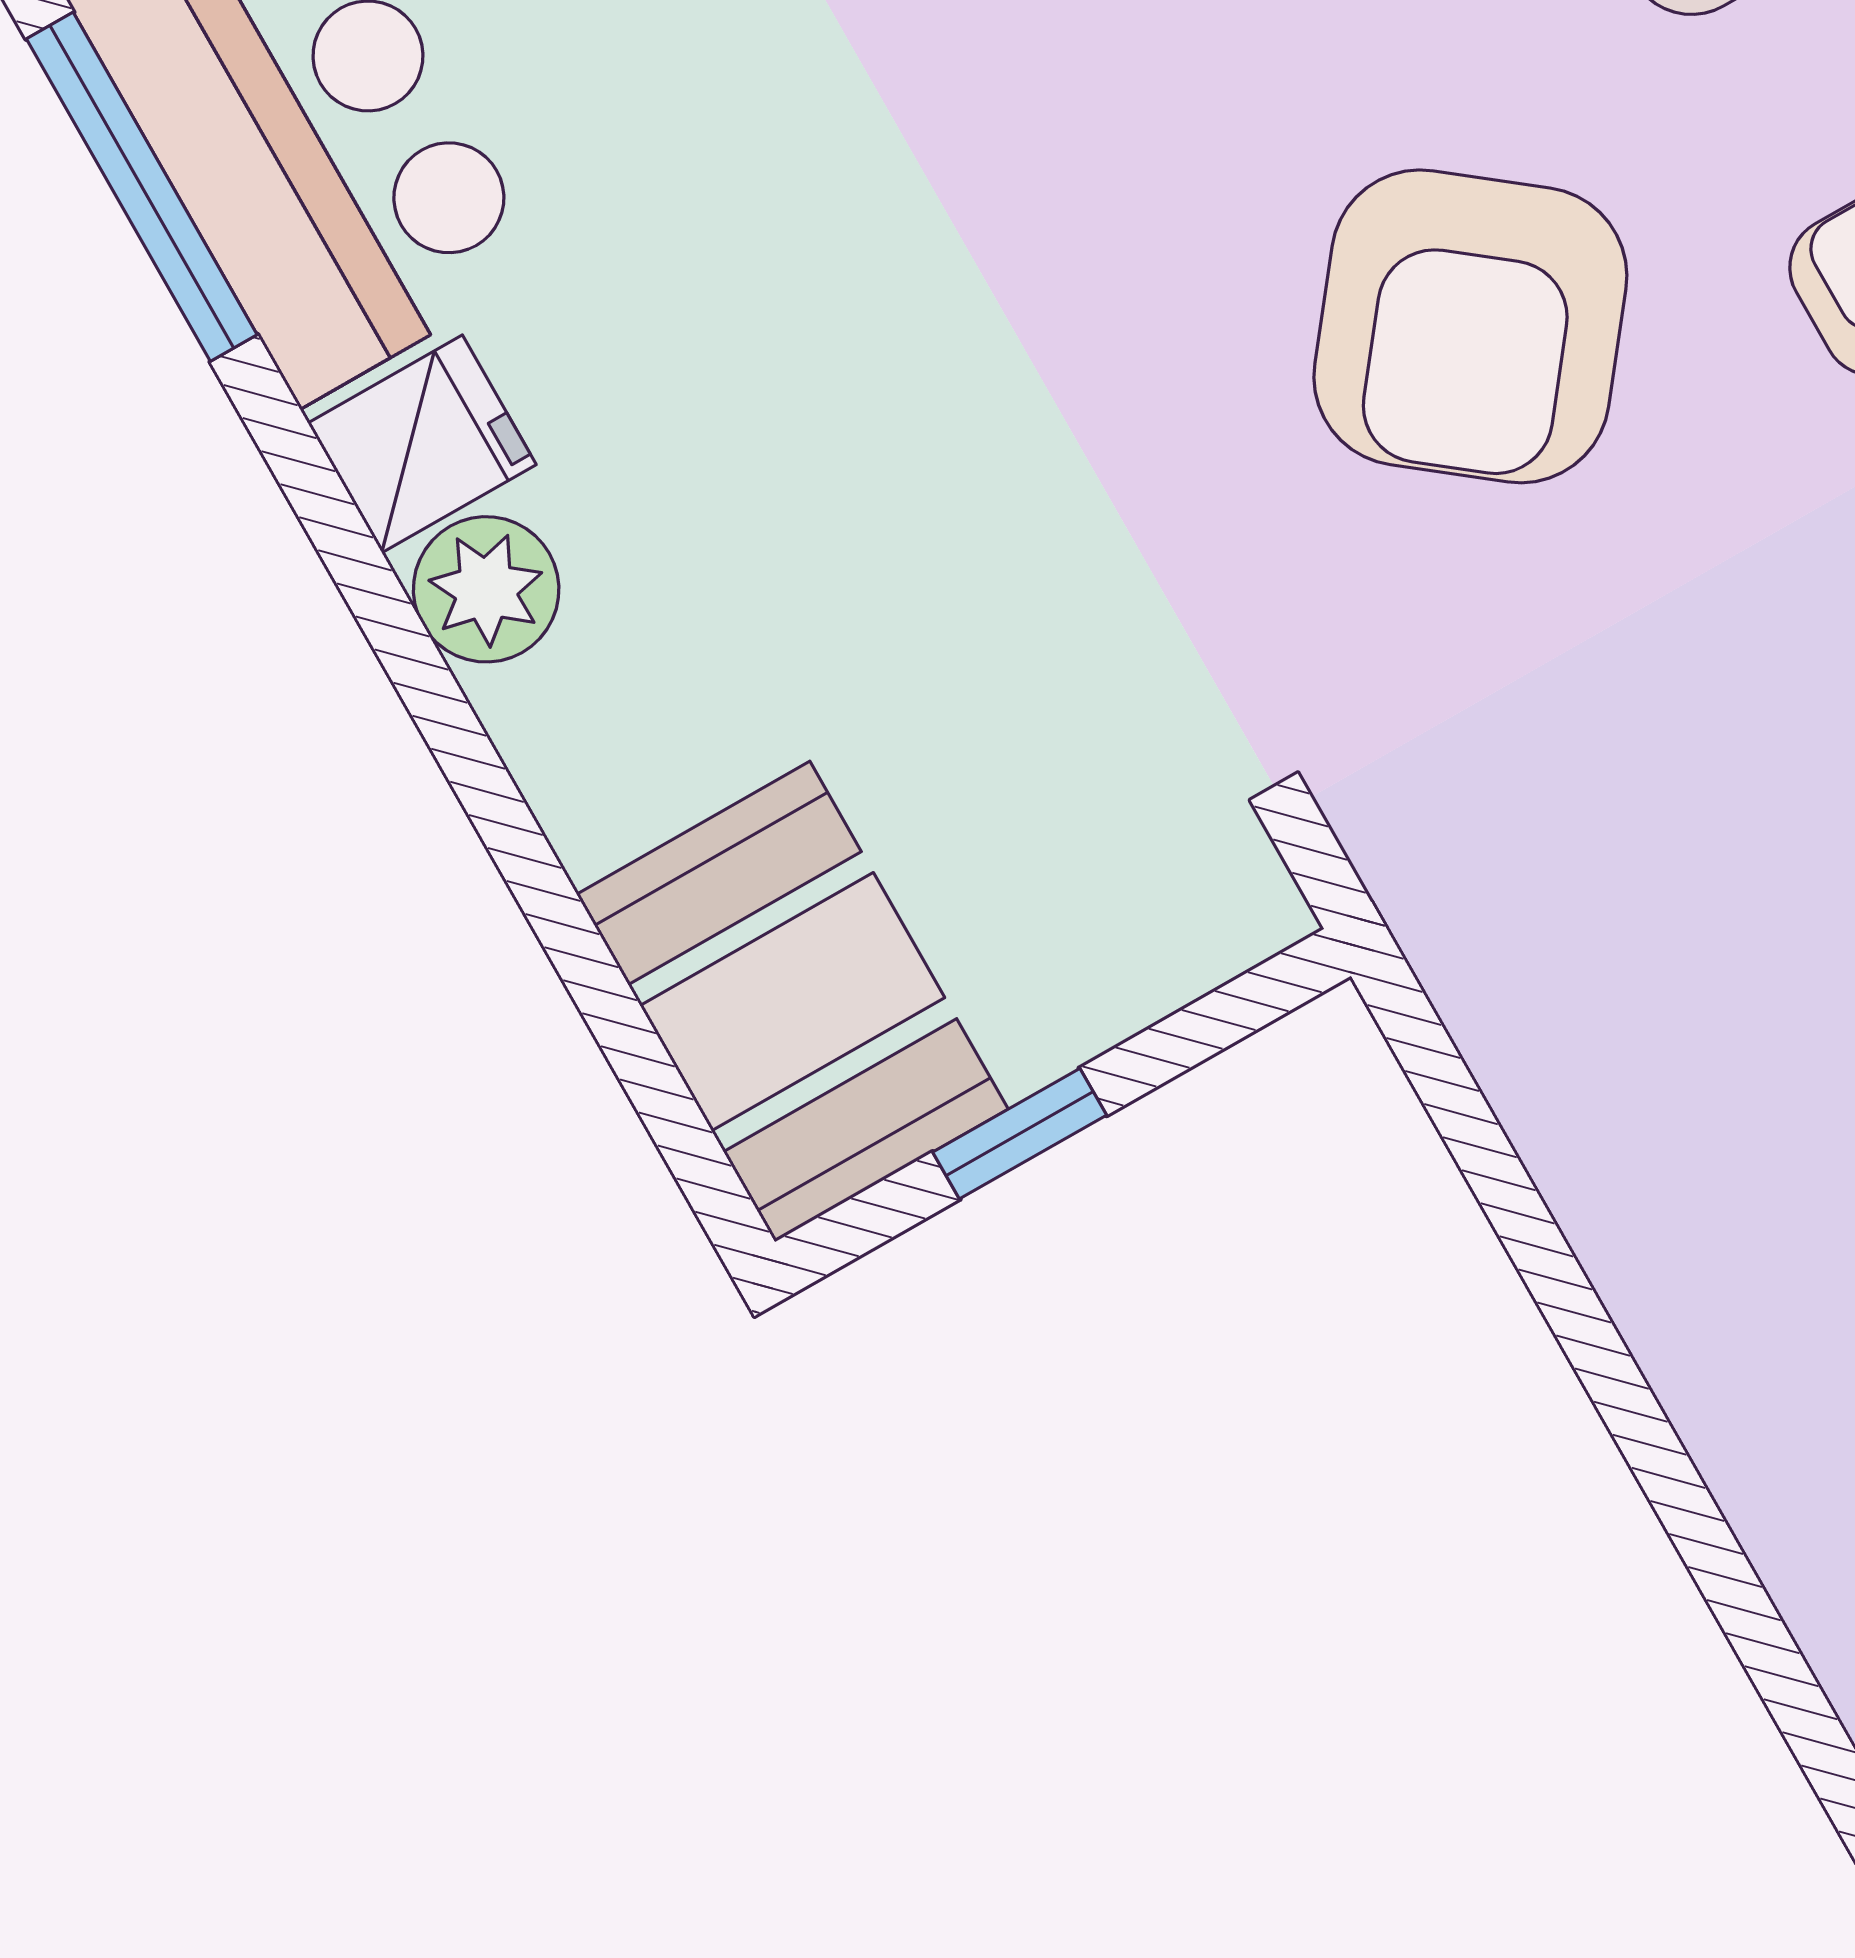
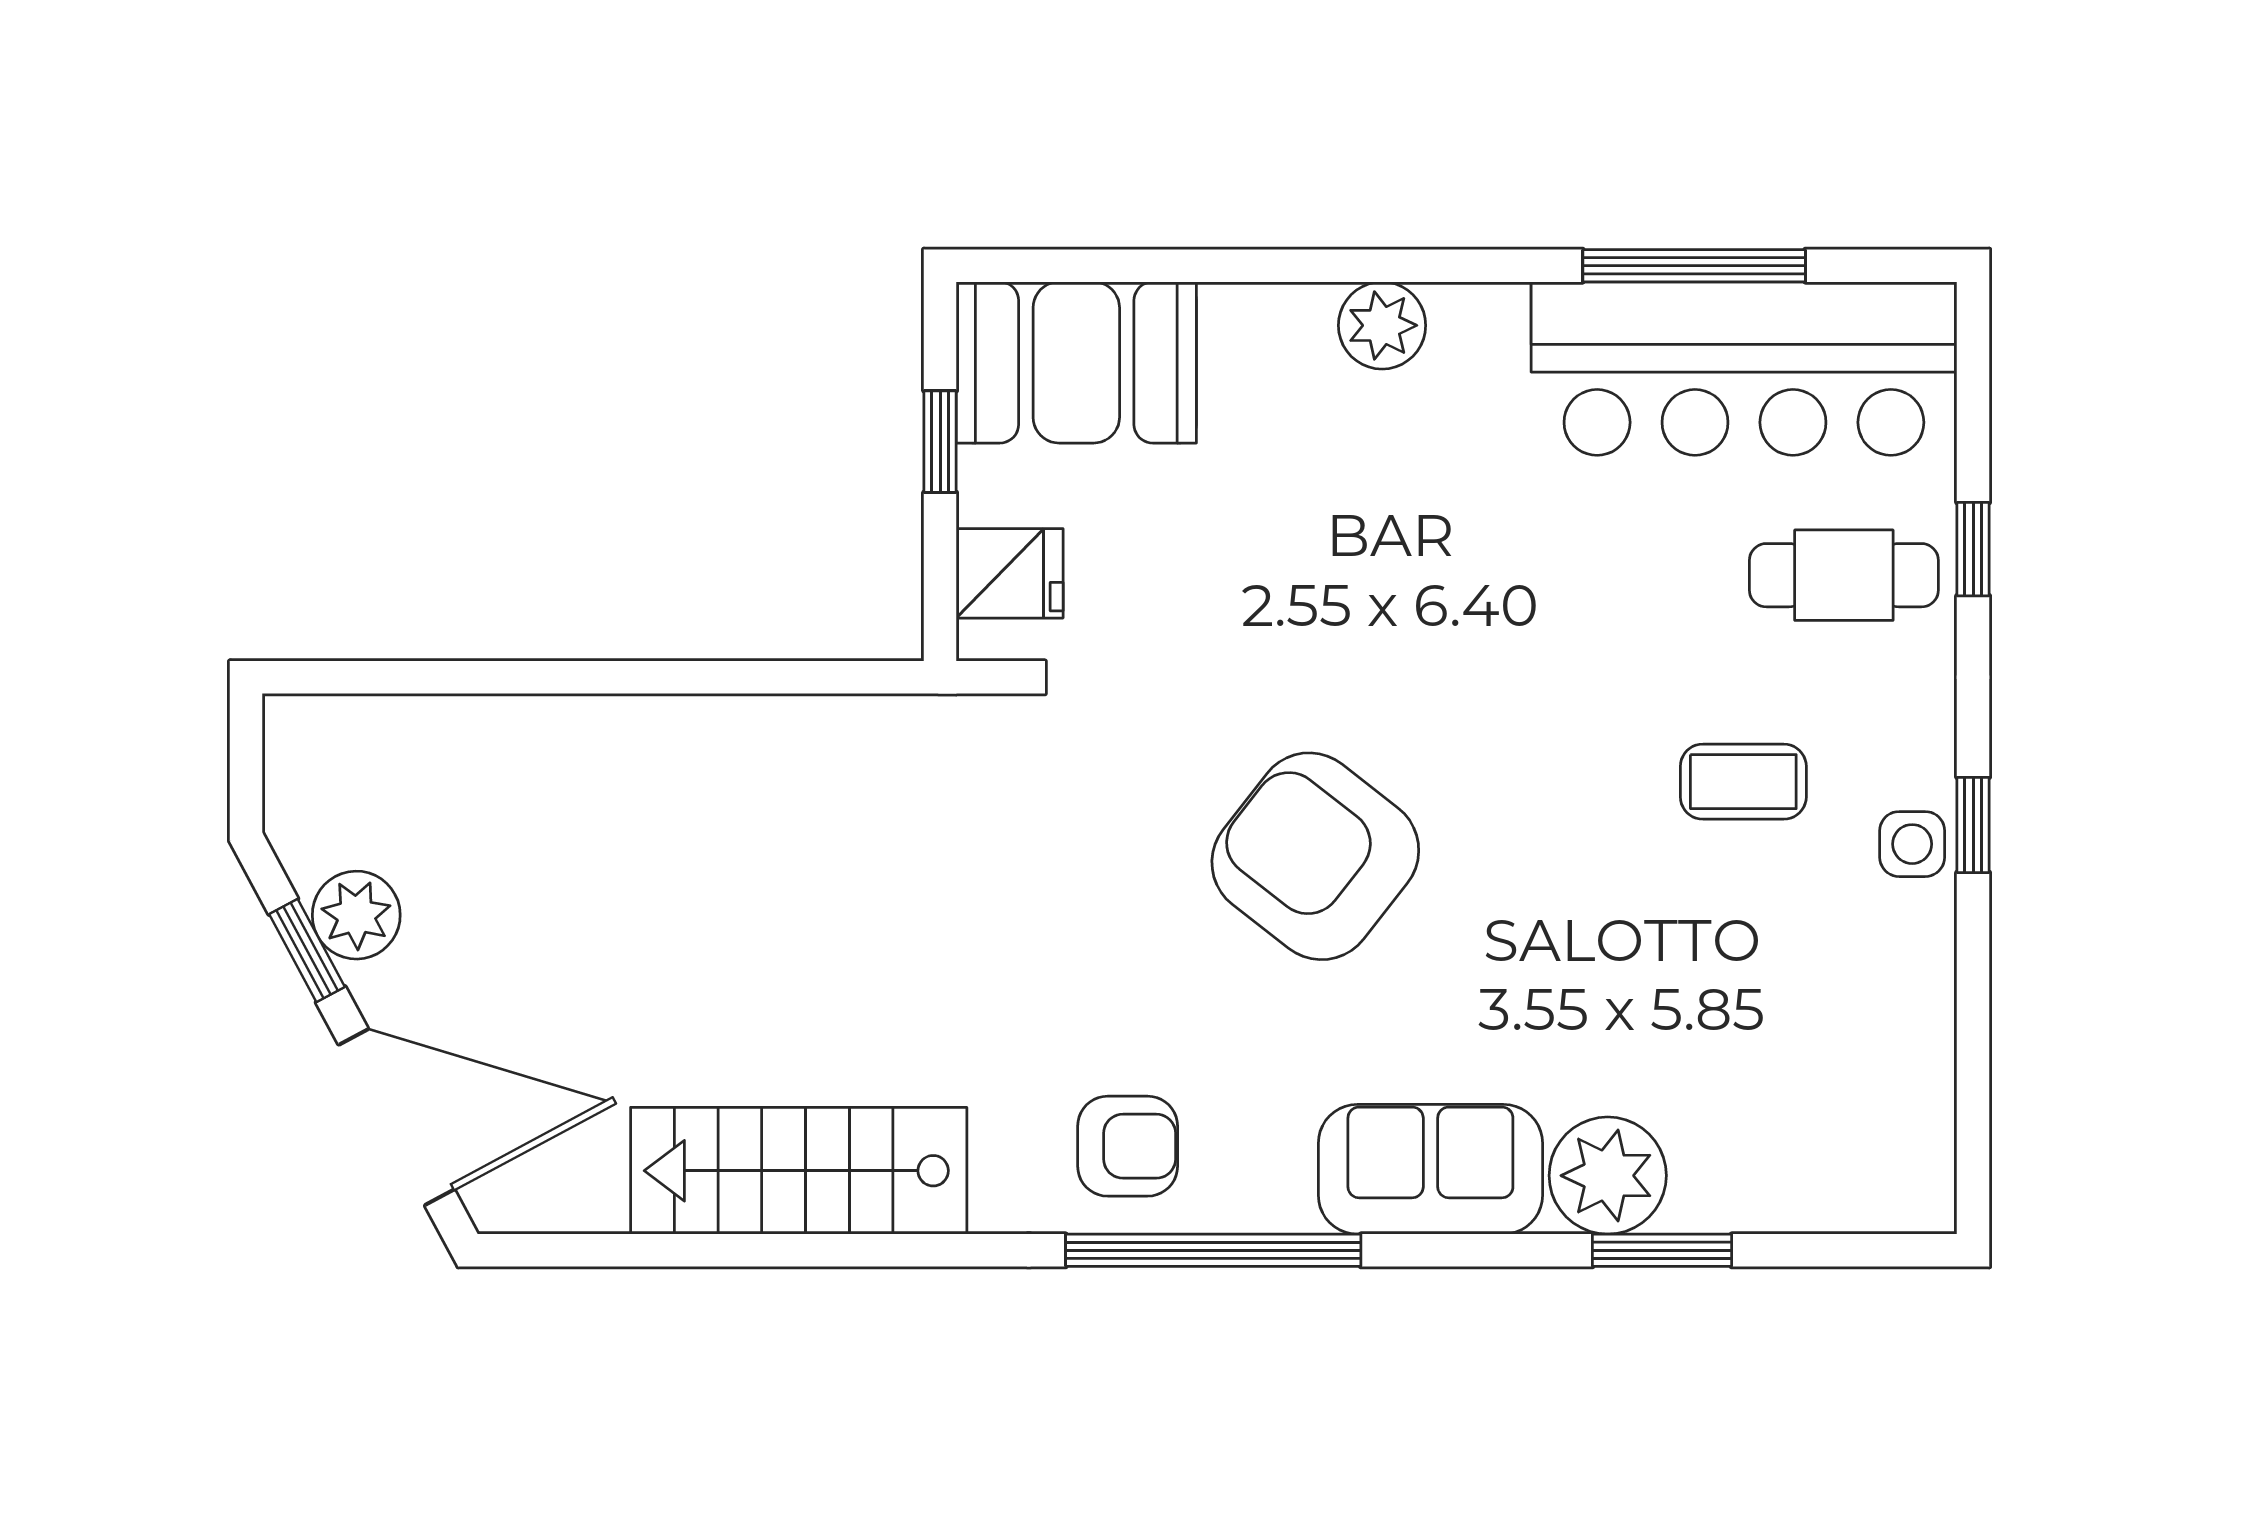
armchair: (1470, 326) -> (1315, 856), moved
fridge: (422, 444) -> (1010, 573), moved, turned -90

